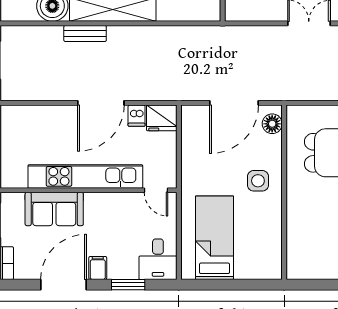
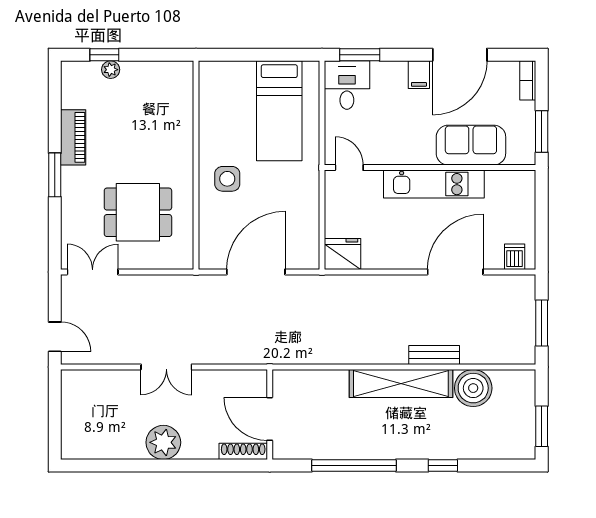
door: (101, 103) -> (455, 272), moved
dishwasher: (137, 116) -> (515, 257), moved
floor lamp: (272, 124) -> (210, 247), removed
kitchen unit: (85, 176) -> (434, 184), width x0.73
window: (128, 285) -> (360, 55), moved

